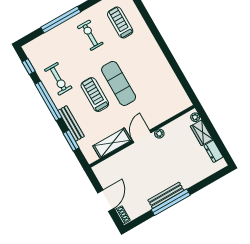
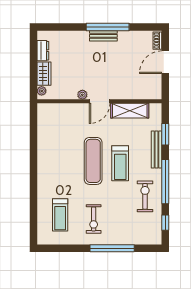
bench: (166, 195) -> (103, 36), width x0.73

